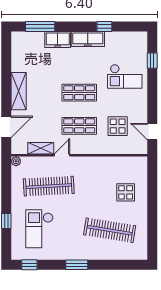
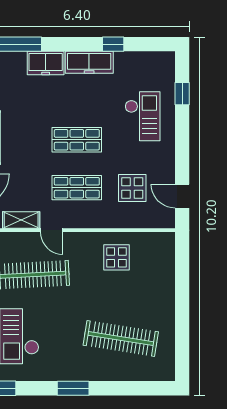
checkout: (125, 76) -> (142, 116), turned -90
door: (62, 155) -> (52, 230), swing flipped
display table: (126, 192) -> (116, 257), moved

